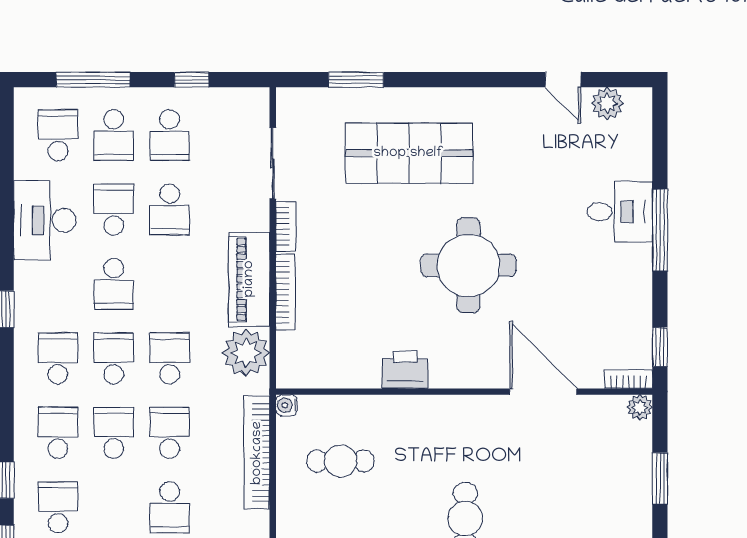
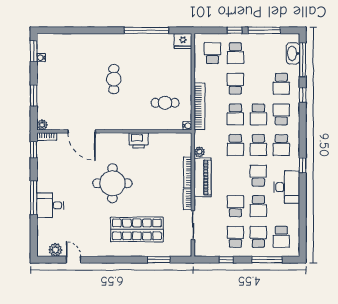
desk: (45, 220) -> (287, 187), moved
plant: (246, 353) -> (199, 152), width x0.53, depth x0.53
school desk: (58, 433) -> (281, 114), turned 180

